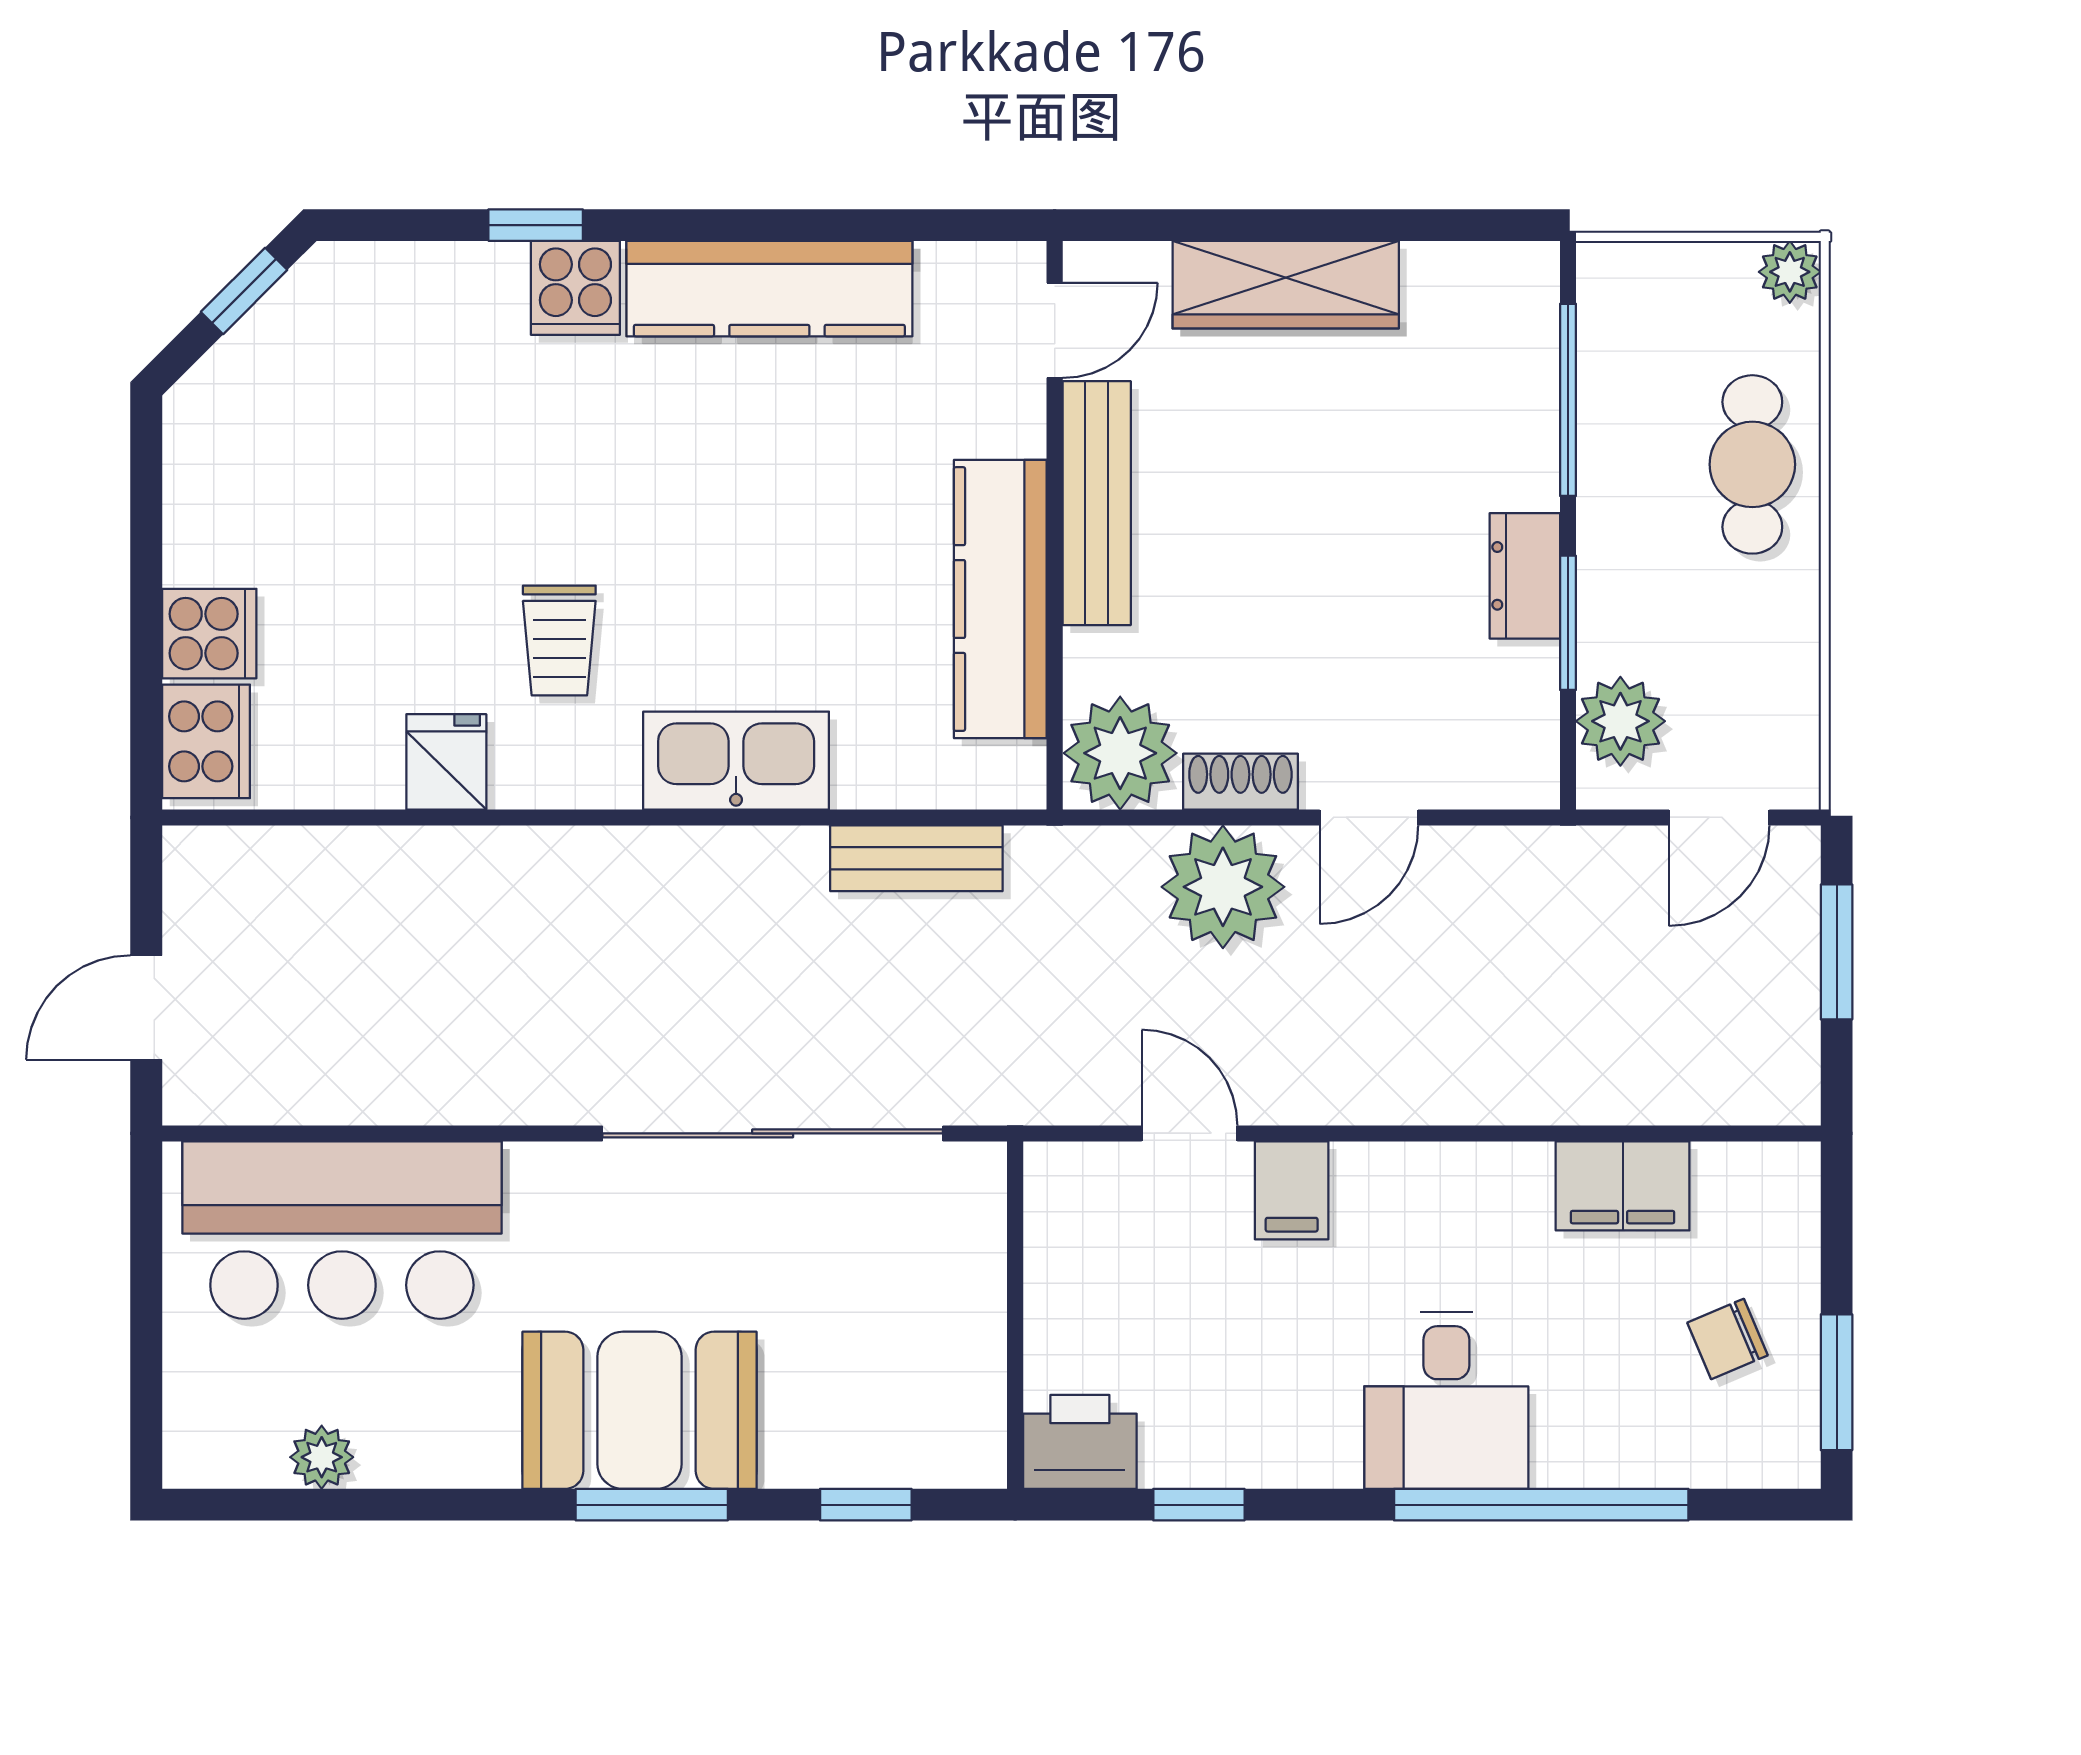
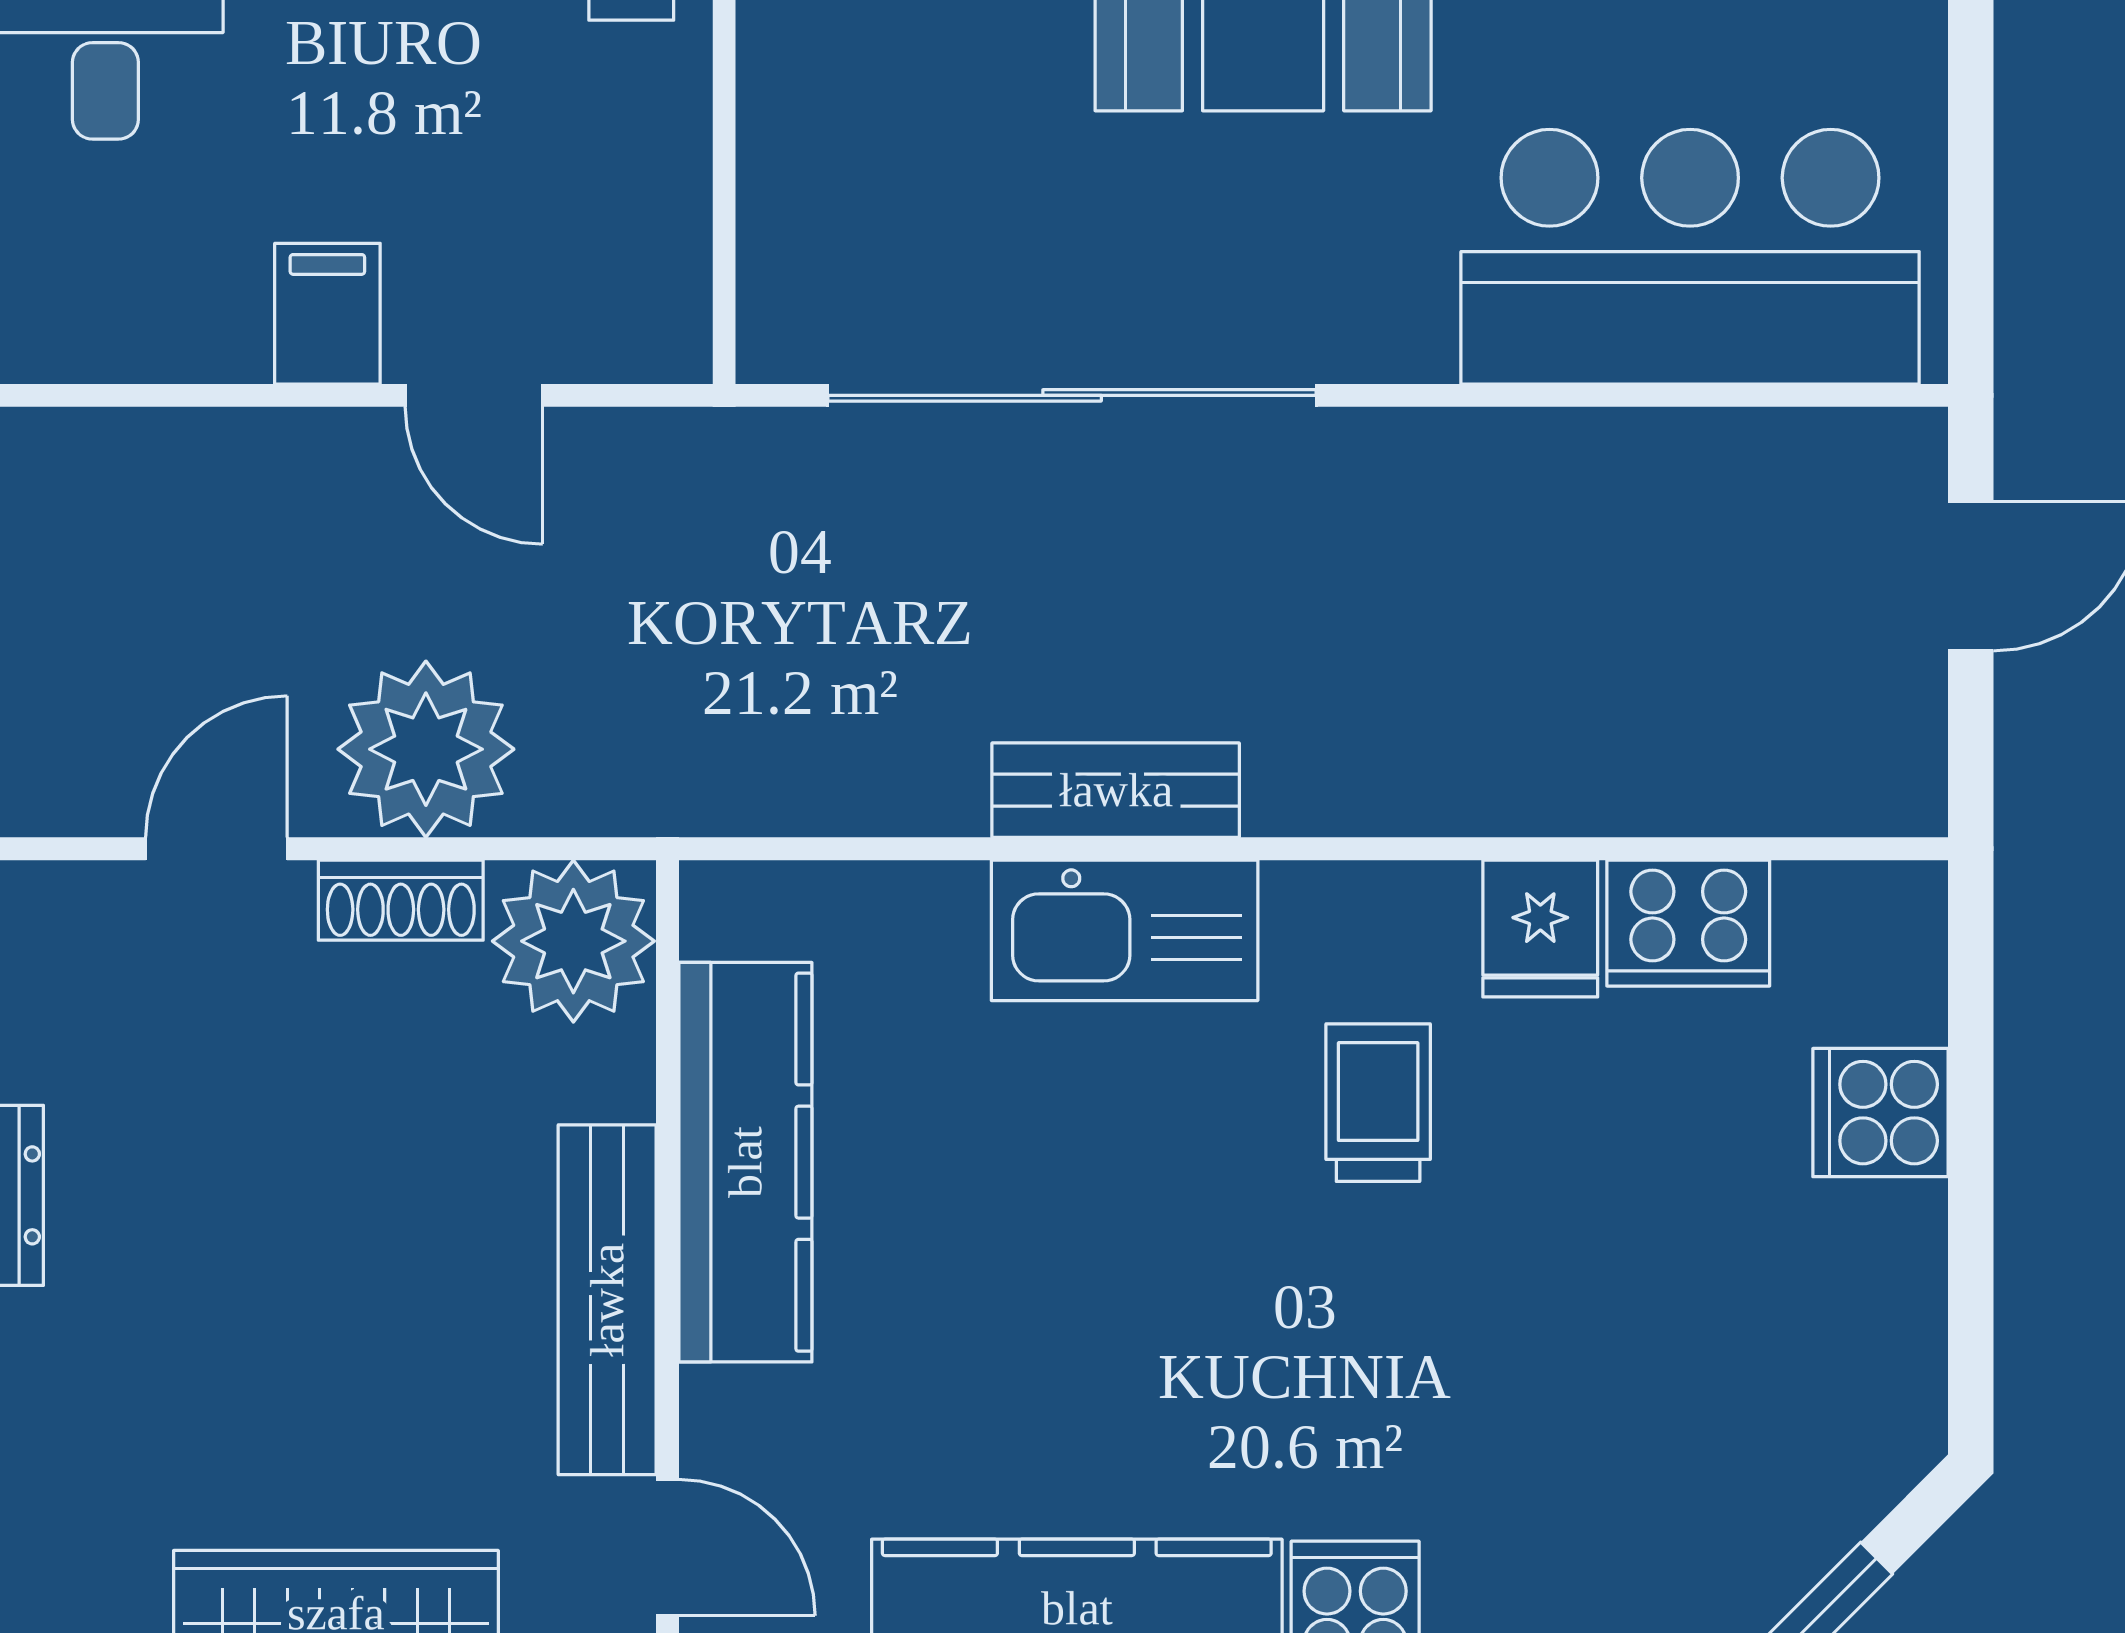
door: (1055, 330) -> (667, 1548), swing flipped
cooker: (206, 741) -> (1688, 923), moved, turned -90
bench: (916, 858) -> (1116, 790), moved

